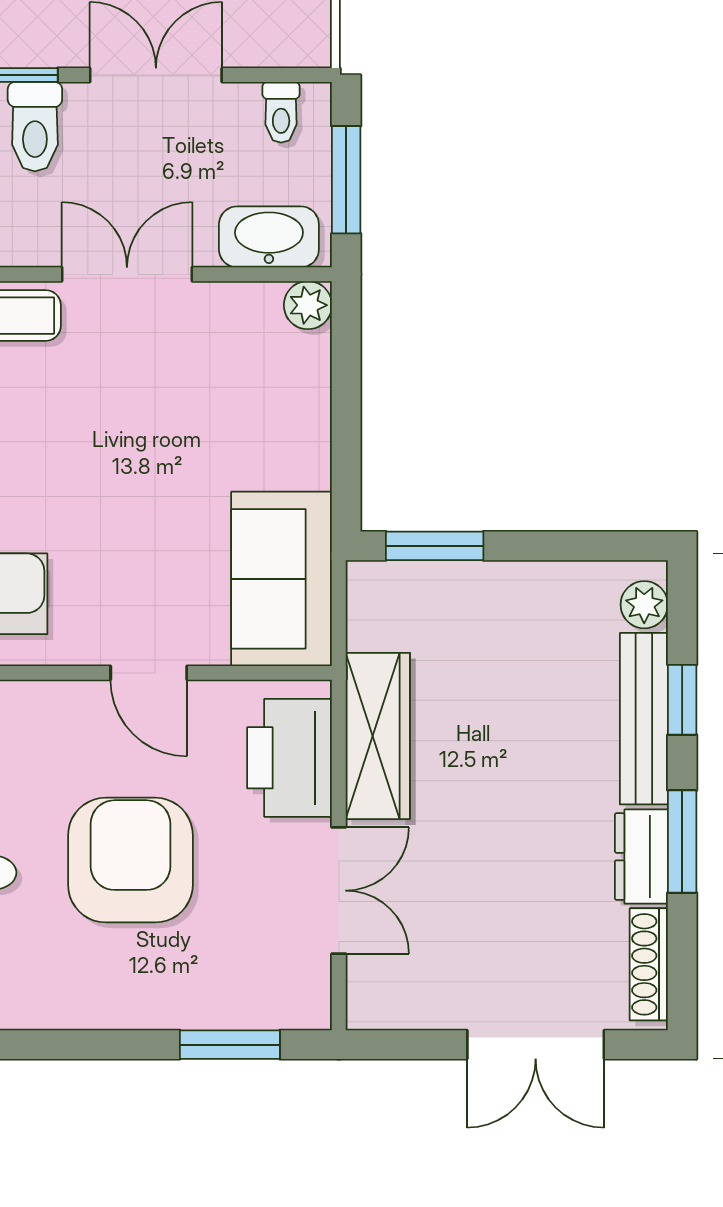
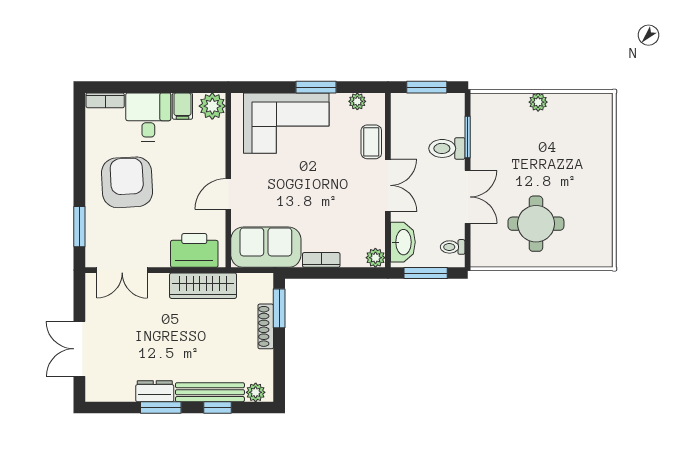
bookcase: (313, 441) -> (321, 260), added
armchair: (130, 860) -> (127, 182), moved, turned -93
double door: (339, 891) -> (122, 270), moved
shoe rack: (649, 964) -> (266, 326), moved, turned -90

